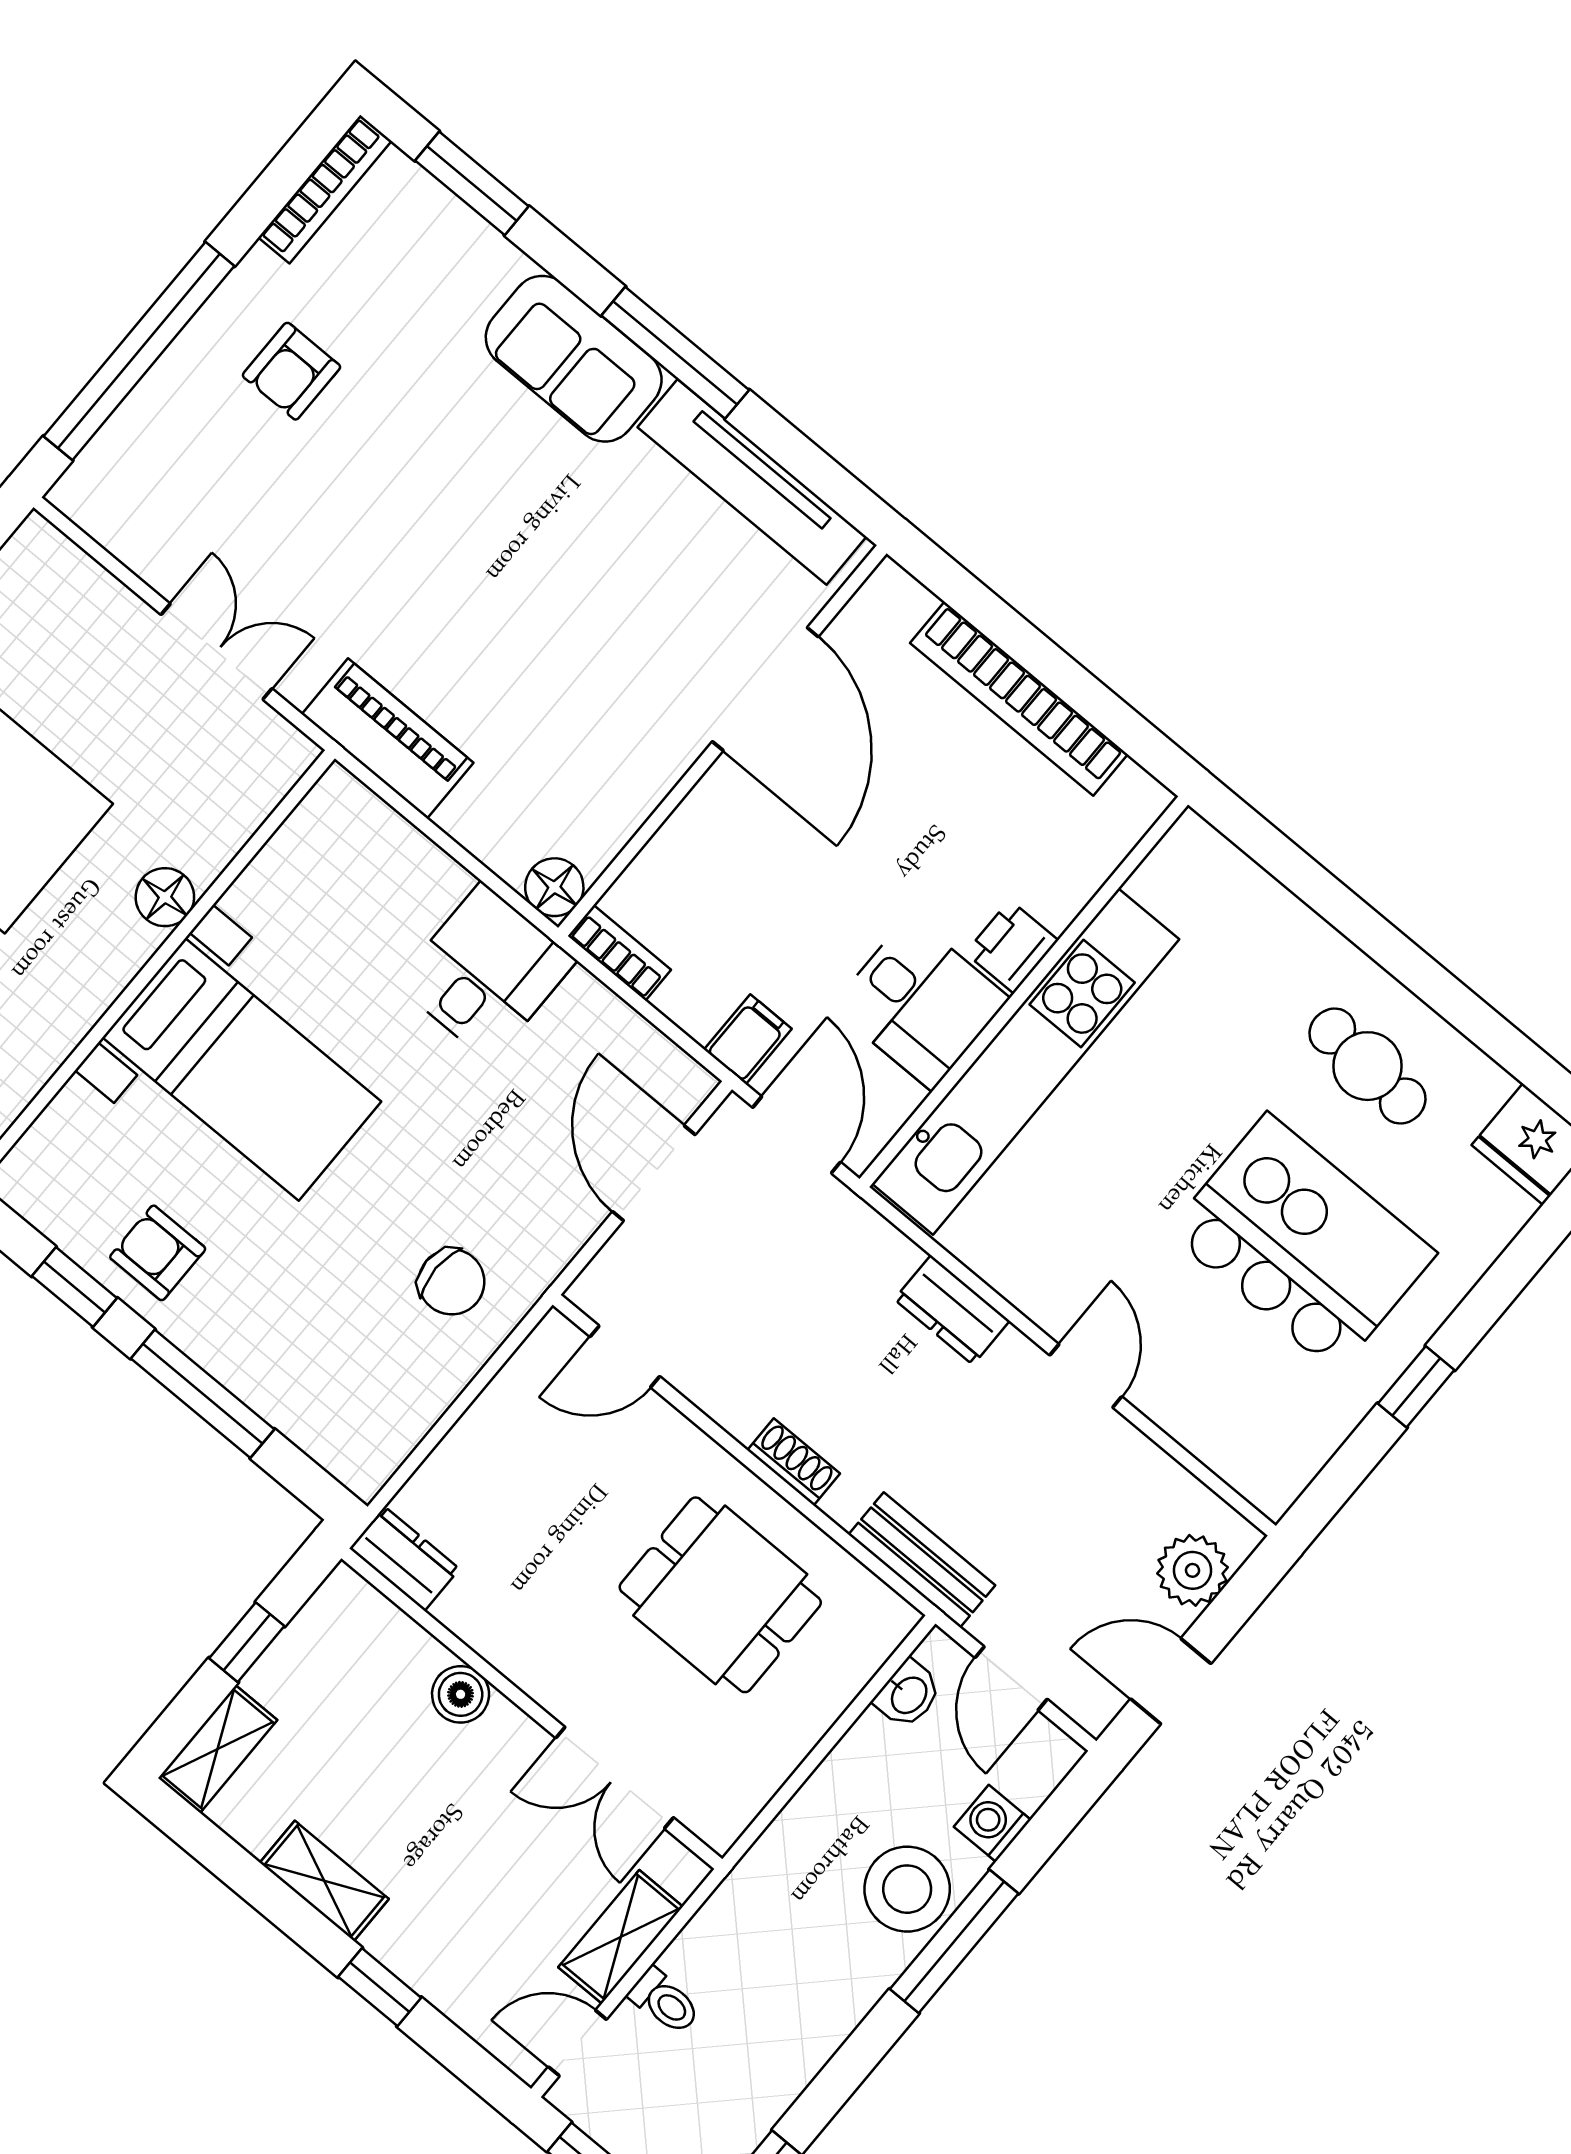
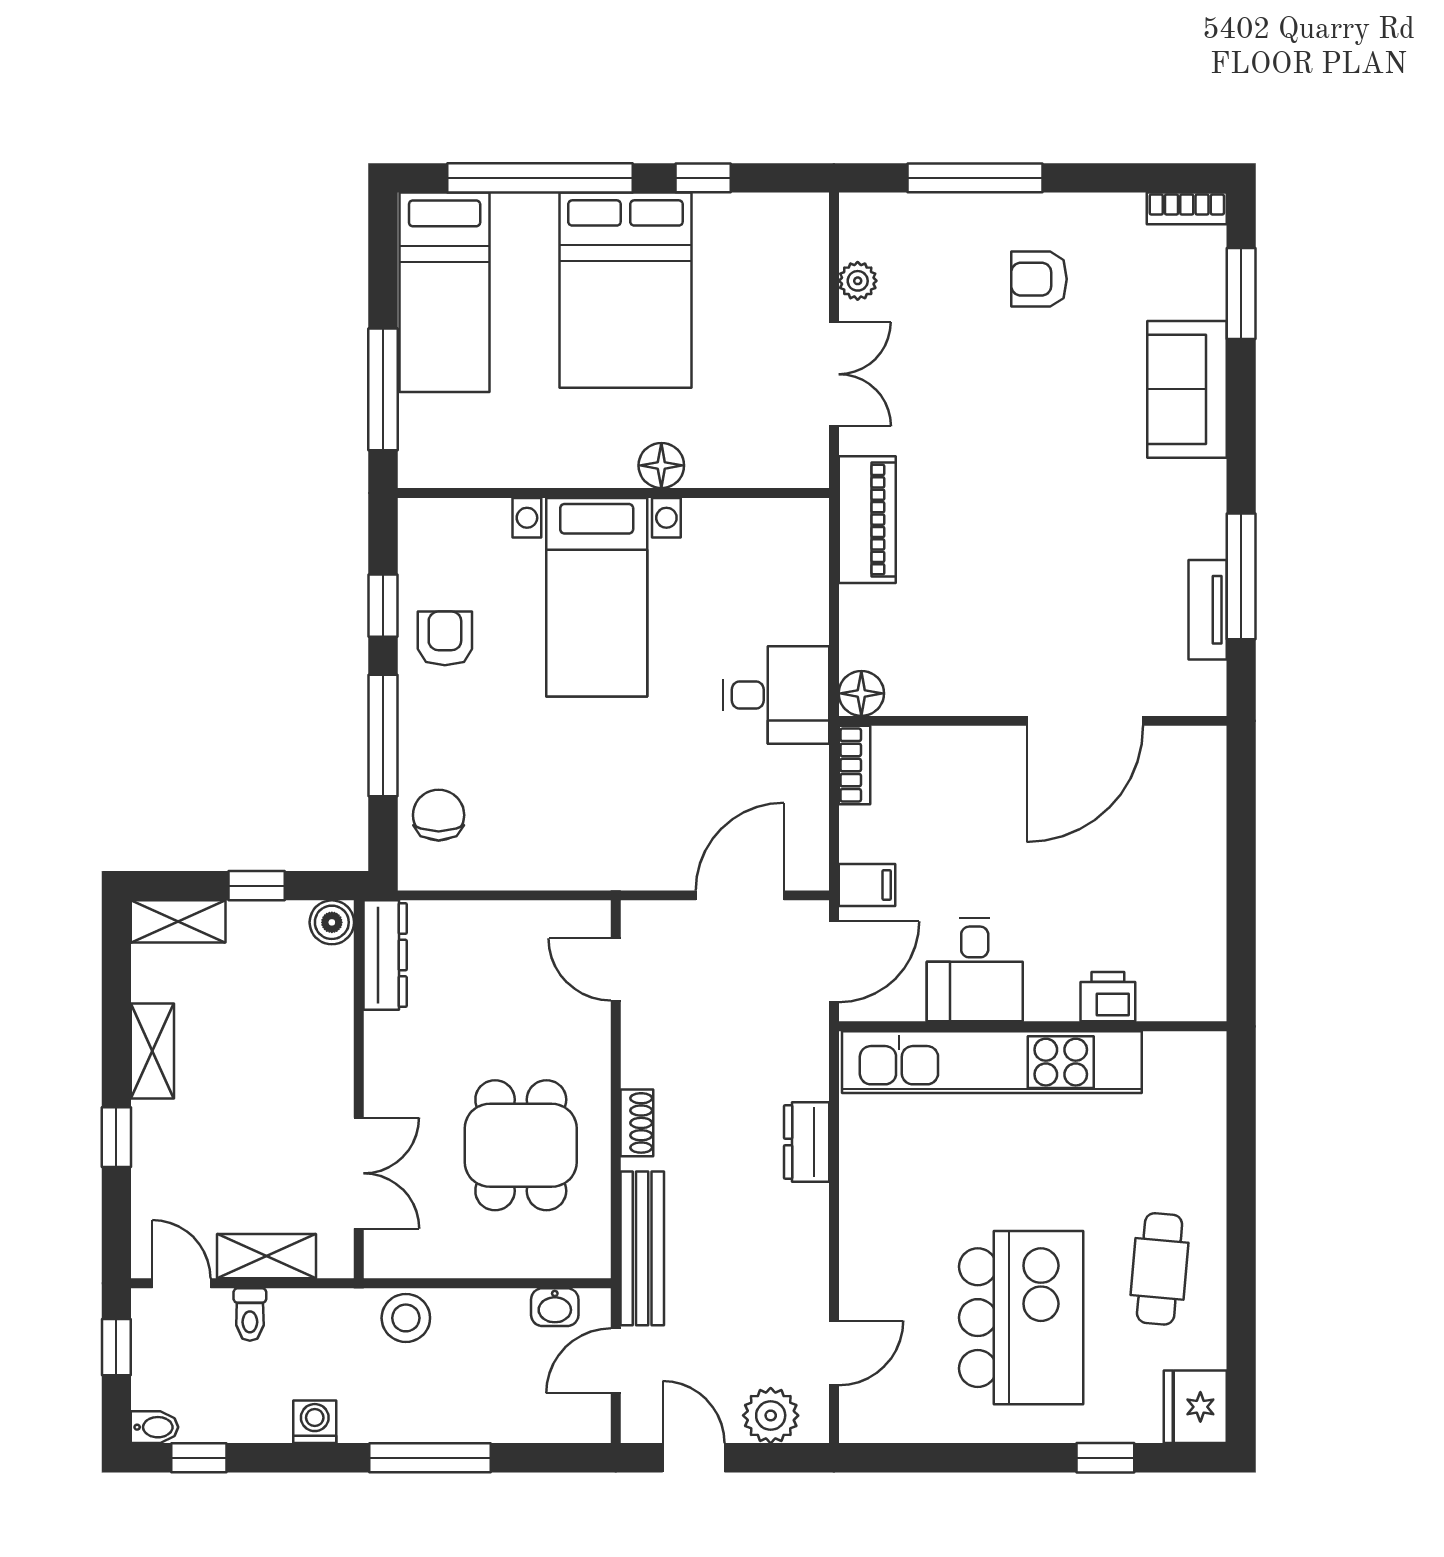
bookcase: (325, 189) -> (1187, 208), width x0.64
window: (139, 351) -> (975, 178), width x0.68
window: (675, 353) -> (1241, 576), moved
sofa: (574, 359) -> (1187, 389), moved
tv unit: (752, 482) -> (1208, 610), width x0.52, depth x0.78
plant: (144, 551) -> (858, 281), added
bookcase: (1019, 699) -> (1206, 877), removed
printer: (1012, 947) -> (1108, 997), moved
chair: (451, 1282) -> (439, 815), moved, turned 180
door: (1086, 1376) -> (834, 1353), moved
window: (1416, 1387) -> (1105, 1458), moved
dresser: (404, 1559) -> (385, 955), width x1.44
bench: (922, 1560) -> (642, 1248), width x1.36
boiler: (461, 1694) -> (332, 922), moved
double door: (615, 1778) -> (359, 1173), swing flipped
washing machine: (992, 1823) -> (315, 1422), moved
stool: (907, 1889) -> (406, 1318), moved, width x0.73, depth x0.73

